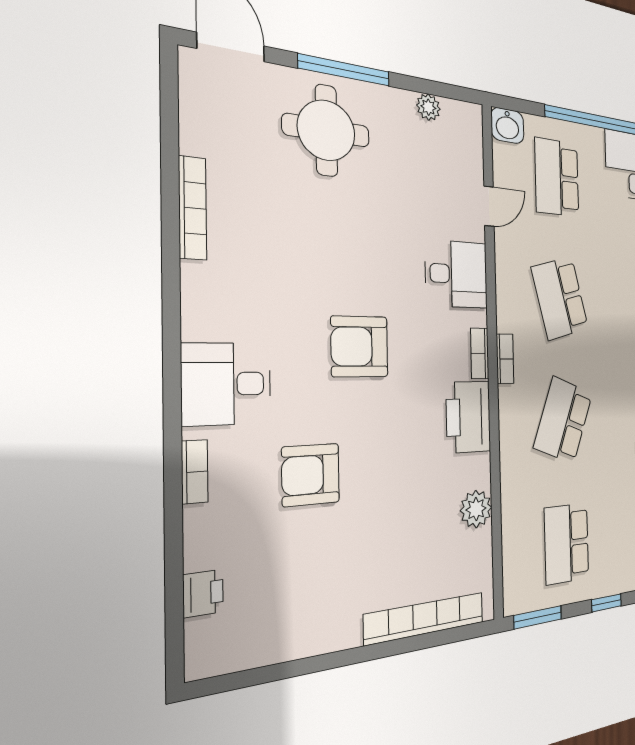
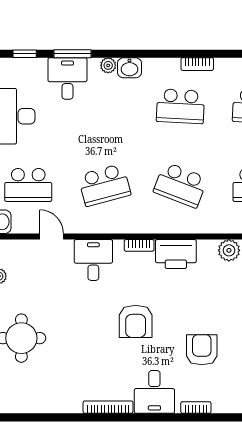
bookcase: (193, 208) -> (108, 407), moved
bookcase: (505, 359) -> (142, 228), removed
armchair: (311, 475) -> (202, 350), turned 180

